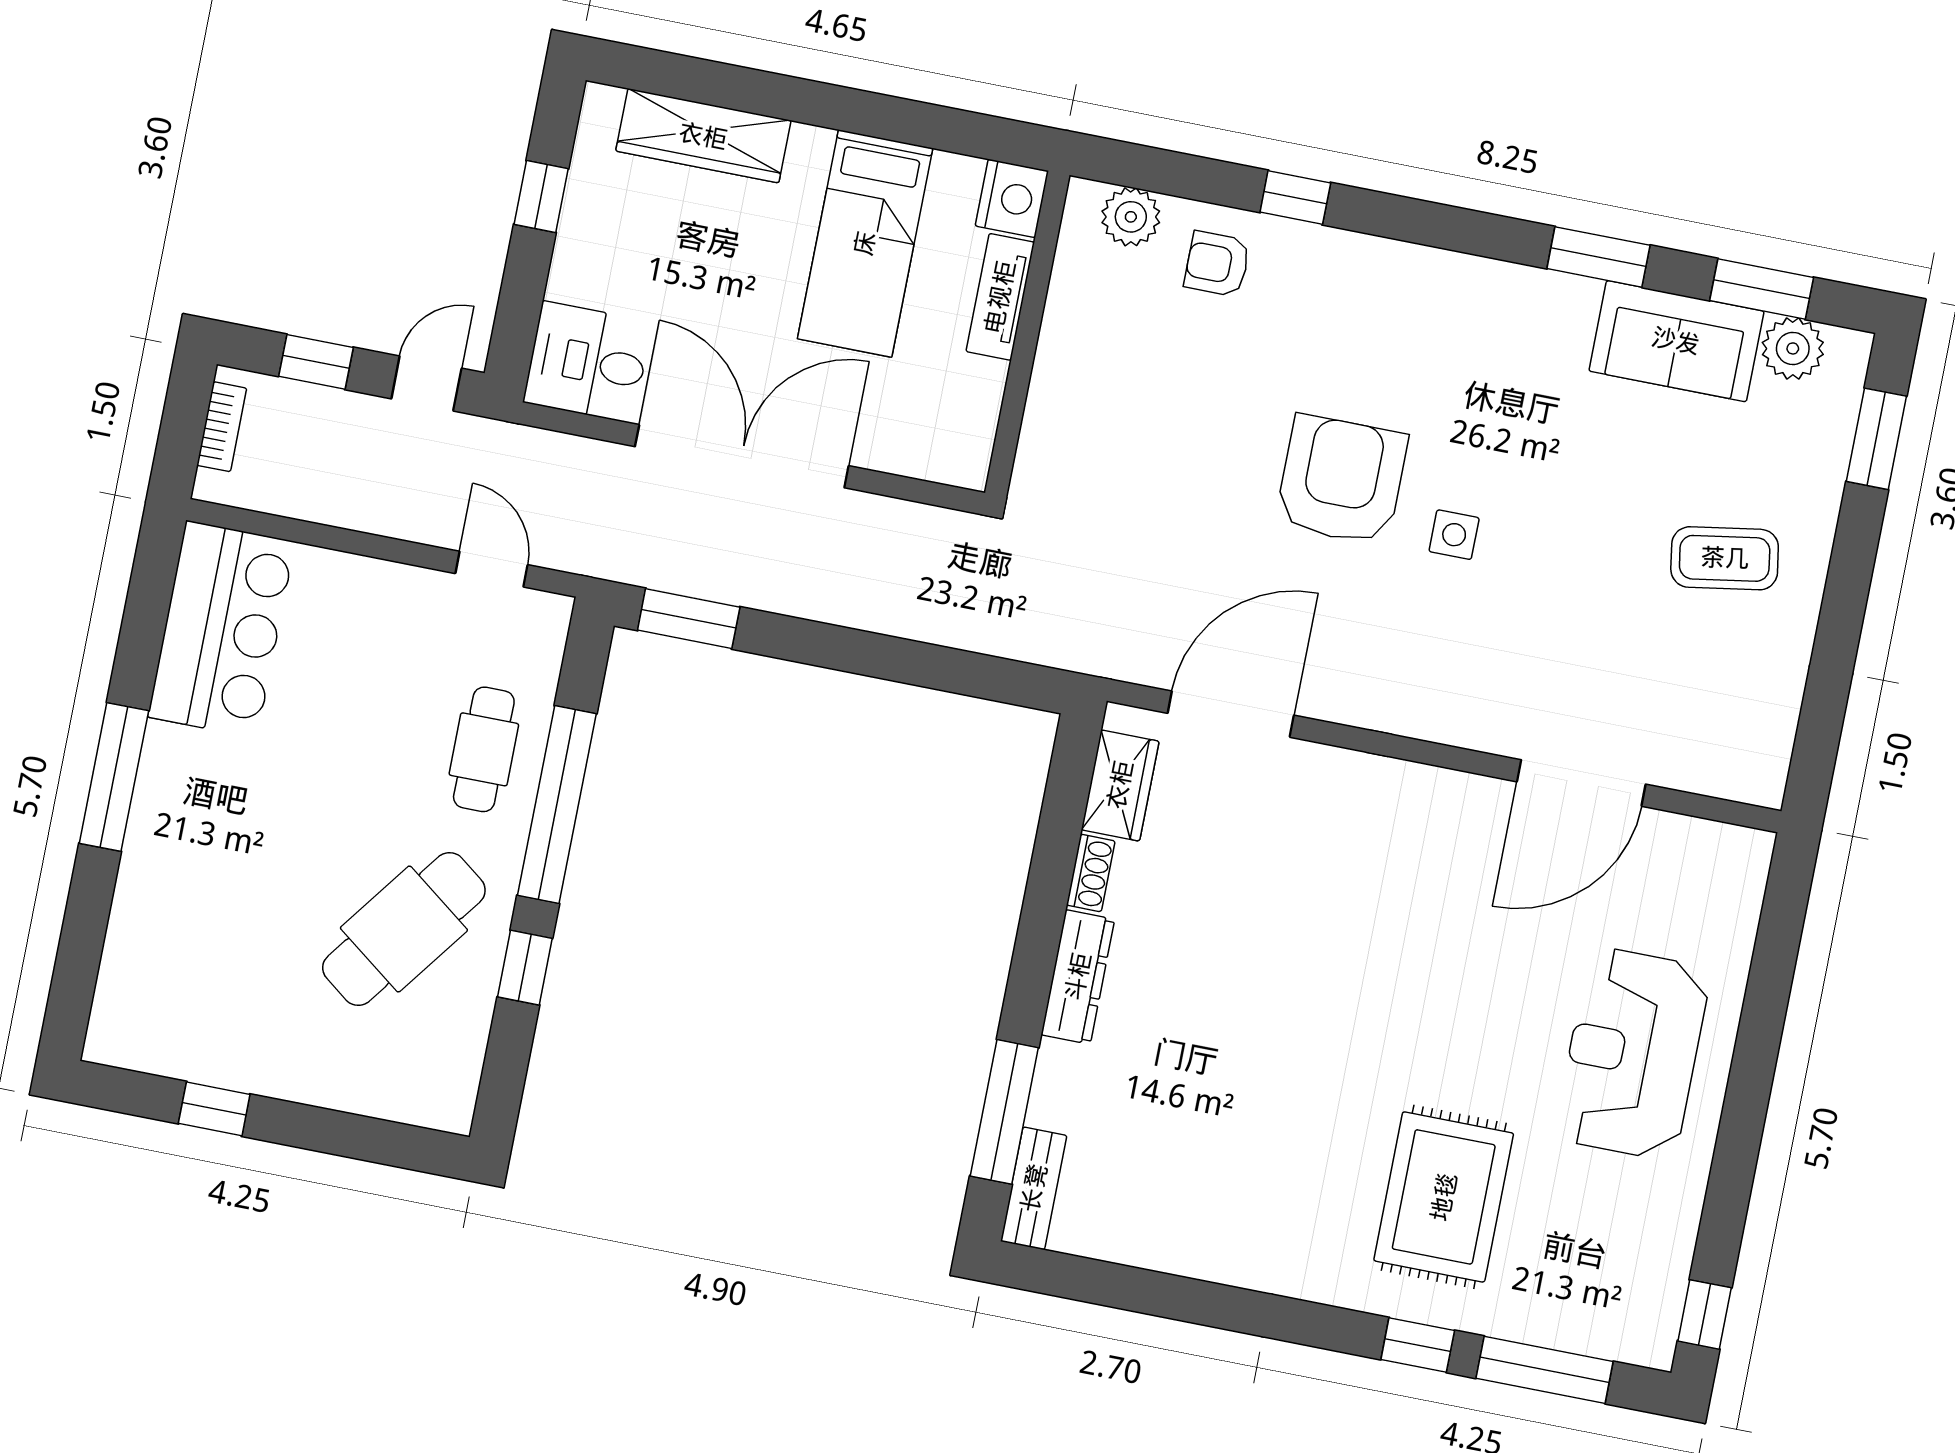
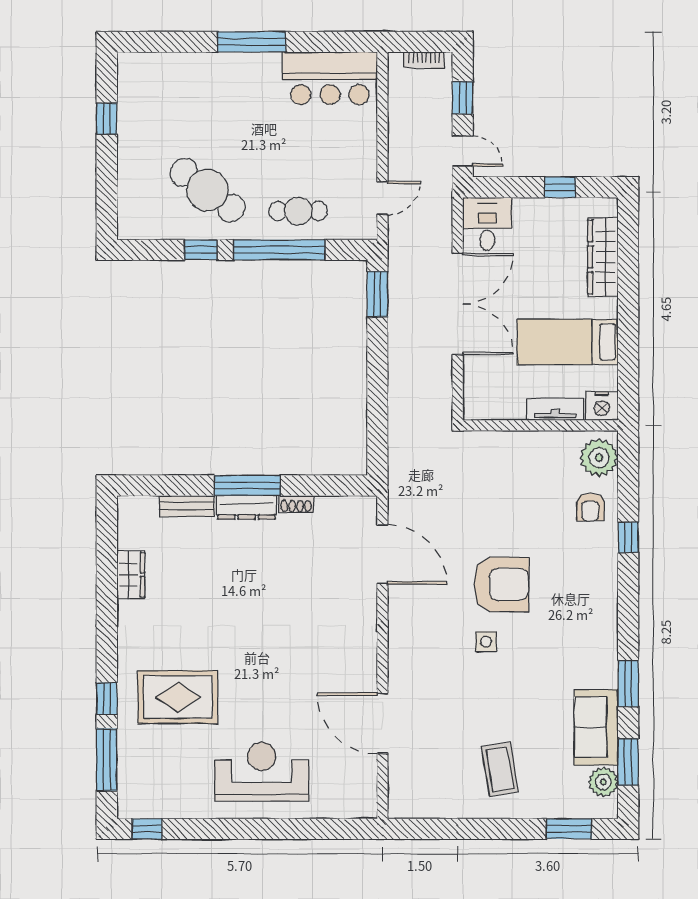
plant: (1131, 217) -> (599, 458), width x1.36, depth x1.36
armchair: (1217, 264) -> (590, 507), turned 180
wardrobe: (1120, 785) -> (131, 575), moved, turned -90
window: (1004, 1112) -> (247, 485), moved
bench: (1034, 1188) -> (187, 506), moved

